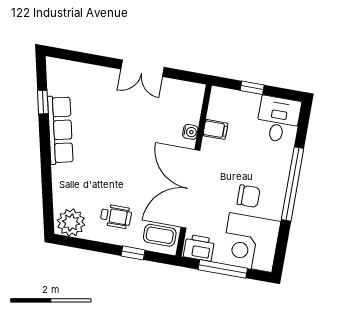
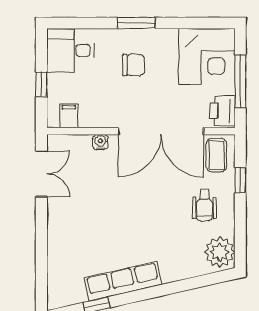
double door: (142, 68) -> (41, 174), moved
filing cabinet: (215, 129) -> (69, 116), moved
window: (293, 184) -> (136, 23), width x0.47
chair: (249, 196) -> (134, 65), moved, turned 90
wheelchair: (116, 216) -> (204, 205), turned 180

